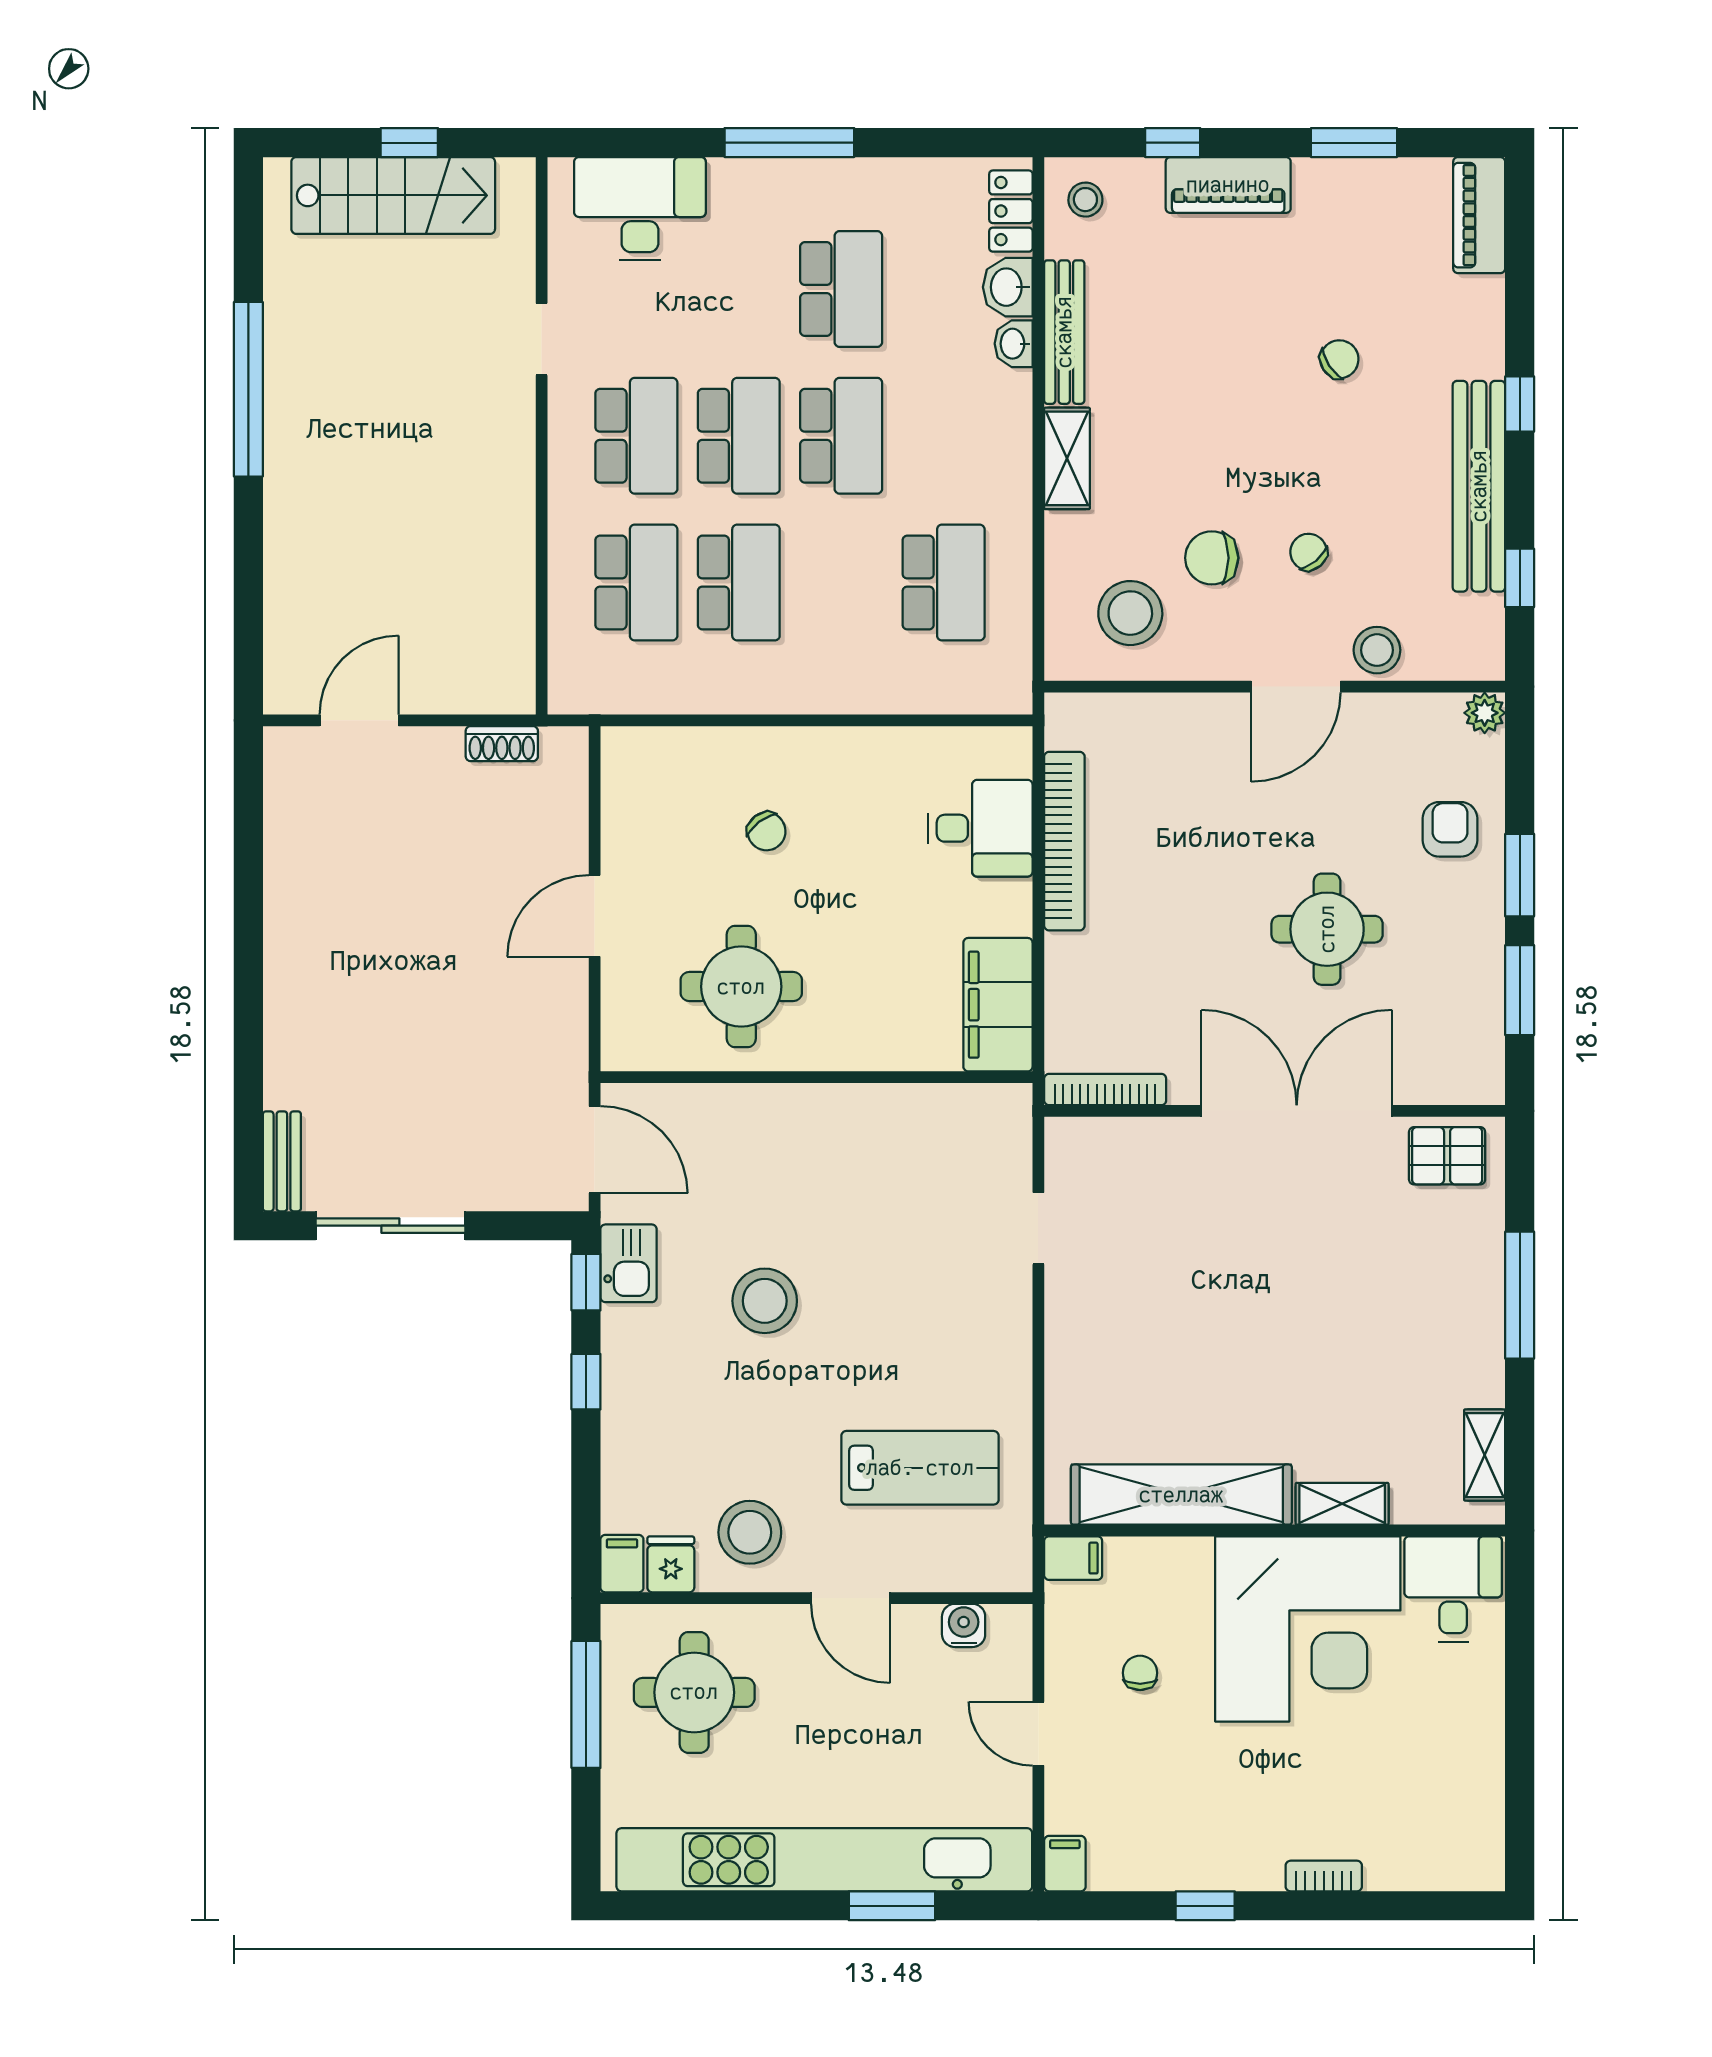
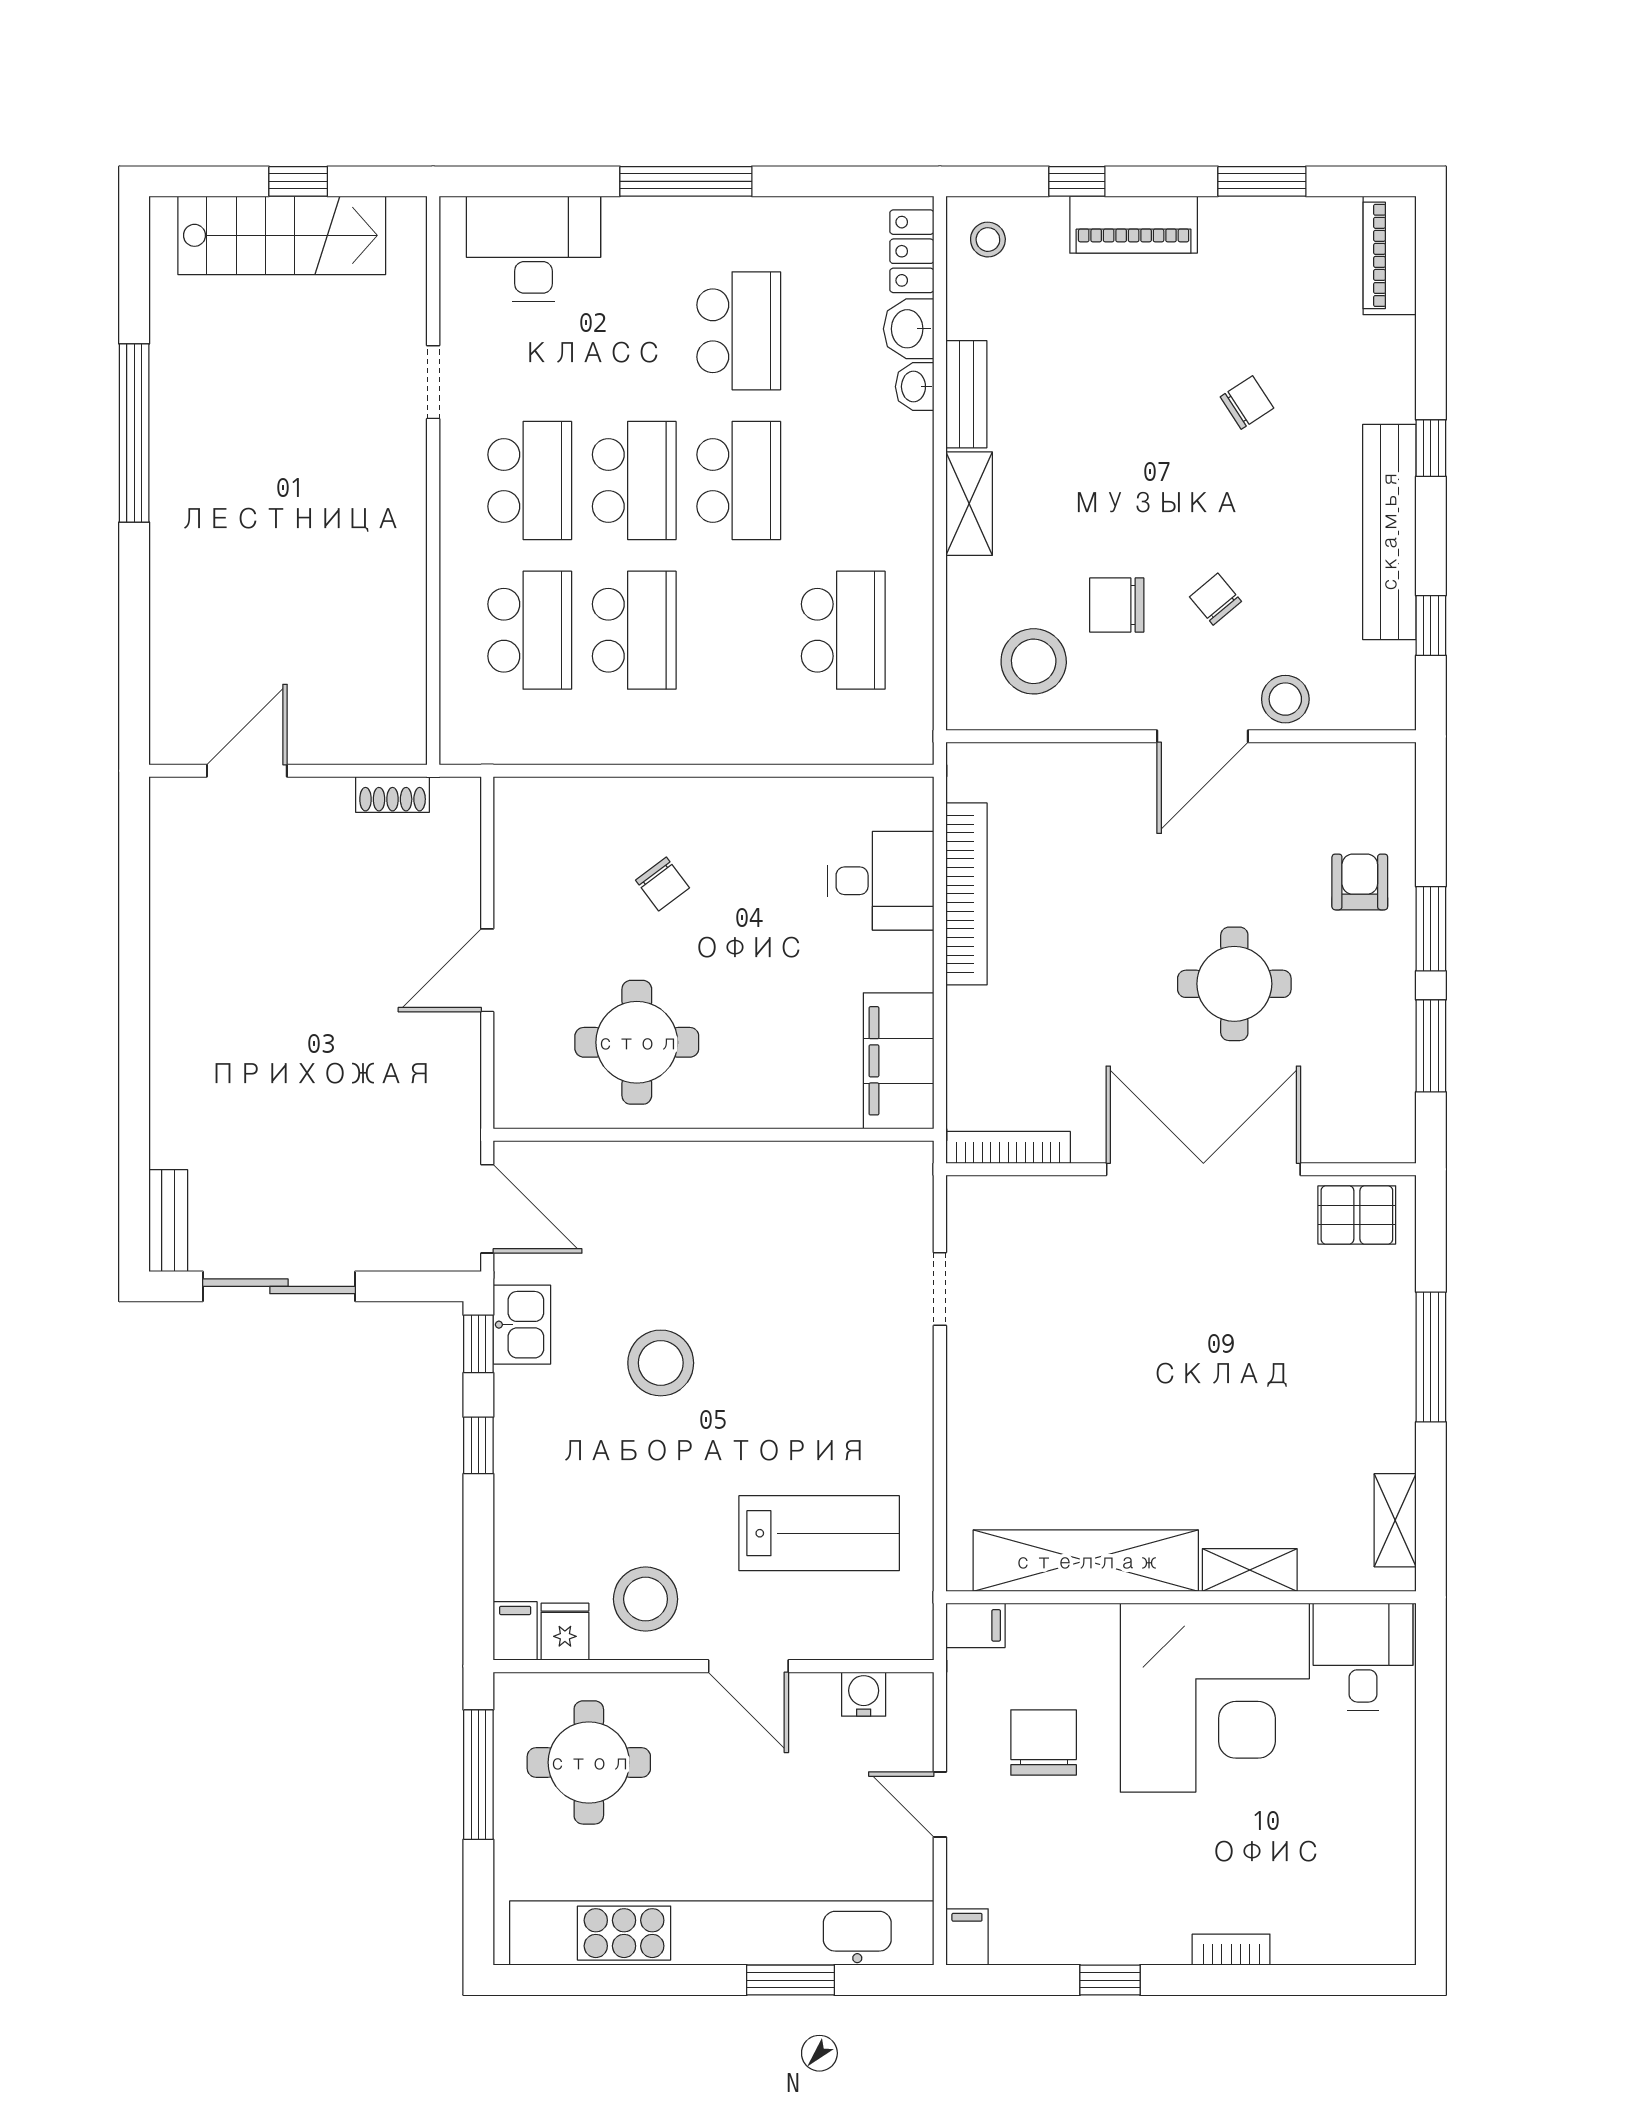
bench: (1064, 332) -> (966, 394), width x0.73
plant: (1485, 713) -> (1395, 763), removed
chair: (1140, 1673) -> (1044, 1742), width x1.87, depth x1.87

